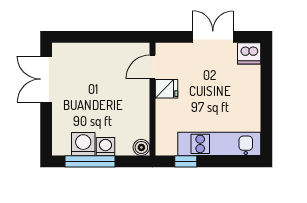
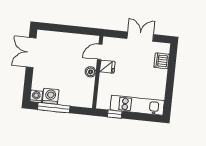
dishwasher: (249, 53) -> (162, 61), moved, turned 90
washing machine: (105, 146) -> (36, 96), moved
boiler: (141, 147) -> (91, 72), moved

